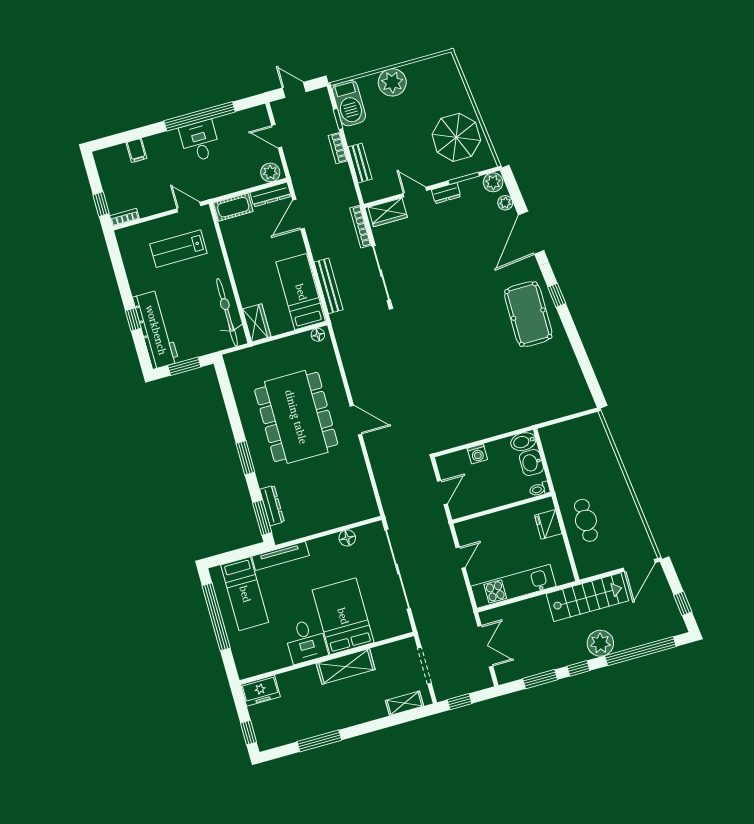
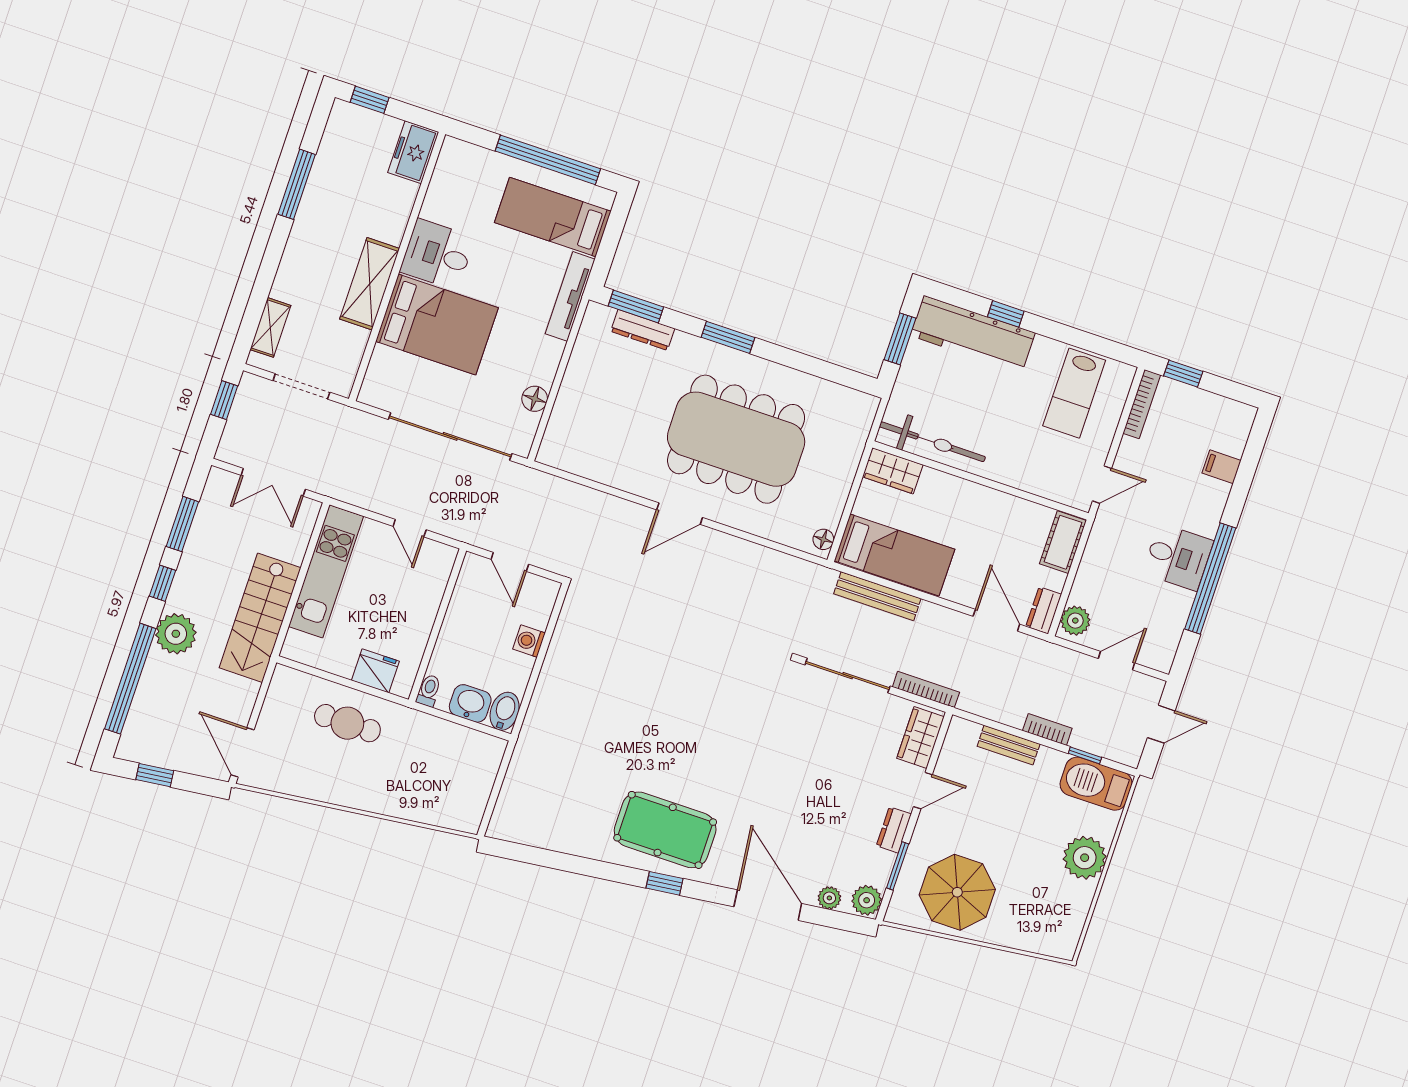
dresser: (271, 194) -> (1044, 610), width x0.70
bookcase: (124, 217) -> (1142, 404), width x1.56
lab bench: (178, 249) -> (1074, 393), moved, turned 180
stairs: (587, 597) -> (260, 618), moved

